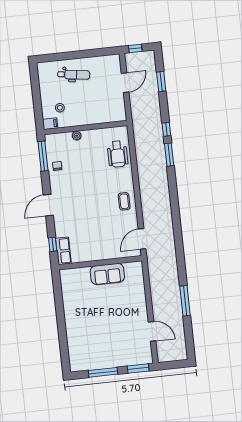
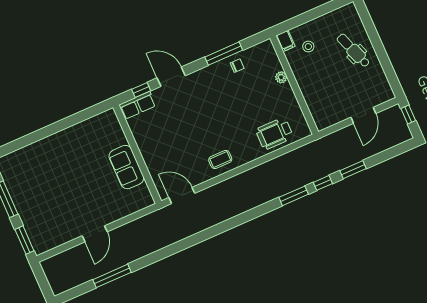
dental chair: (74, 75) -> (353, 51), turned 152
window: (161, 81) -> (353, 170), moved
door: (125, 83) -> (363, 115), hinge flipped
window: (43, 156) -> (224, 54), moved
door: (48, 205) -> (171, 77), moved
window: (185, 301) -> (112, 276), moved
door: (152, 331) -> (95, 234), moved

